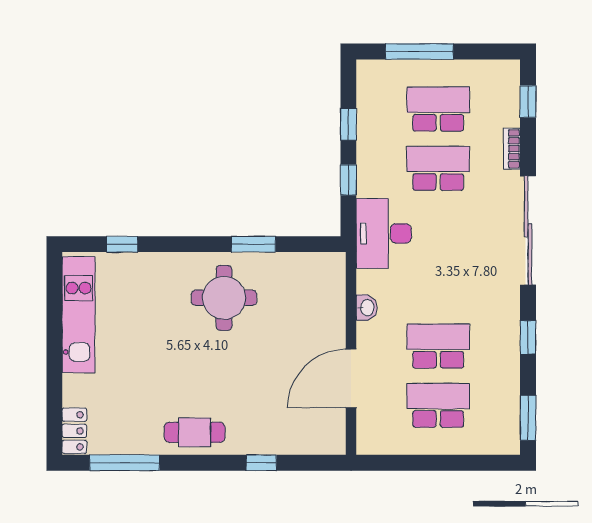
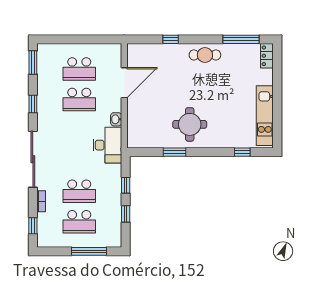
desk: (384, 233) -> (107, 145), moved

